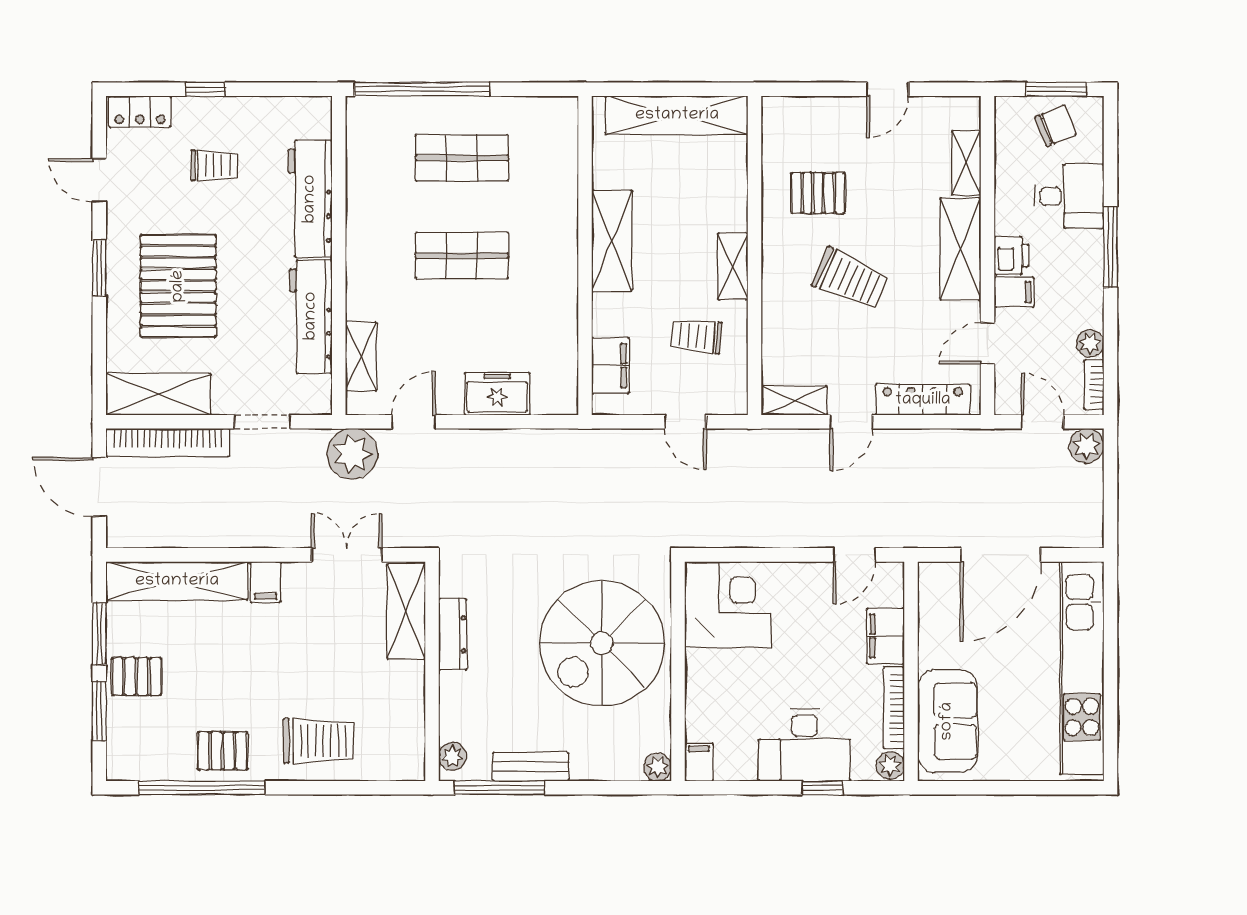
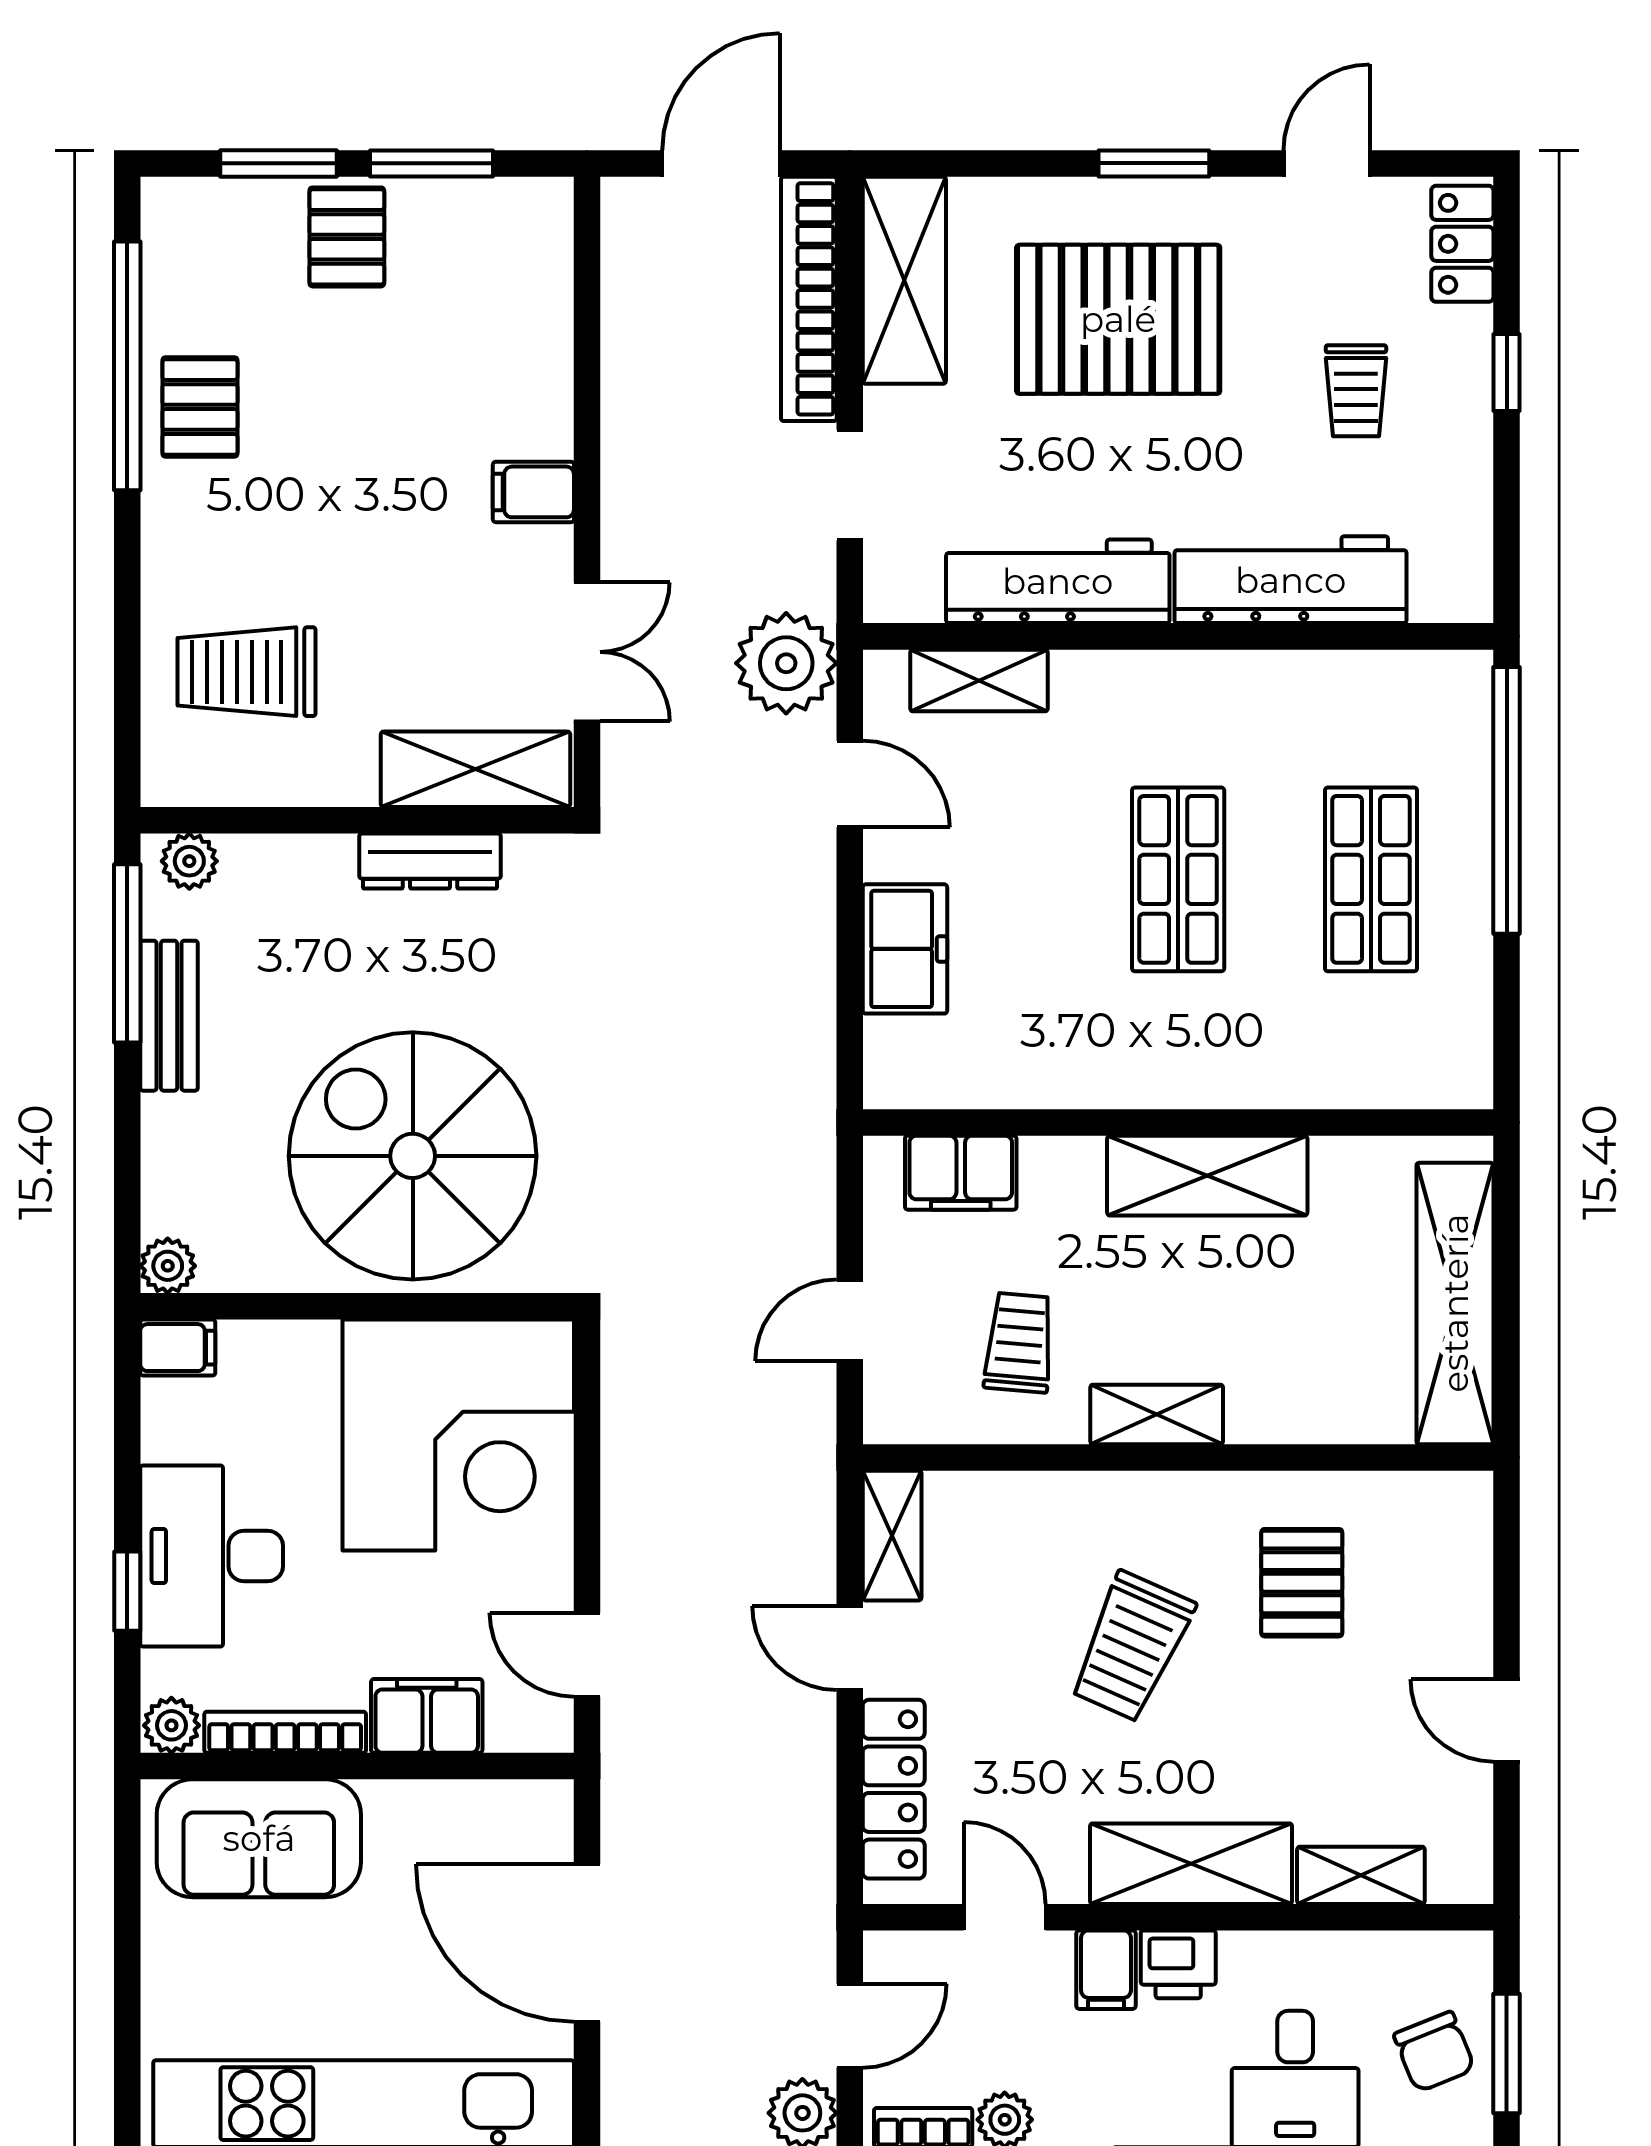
shelving: (177, 581) -> (536, 316), removed
corner desk: (728, 605) -> (458, 1435), width x1.36, depth x1.36
trolley: (318, 741) -> (247, 672), moved, turned 90

